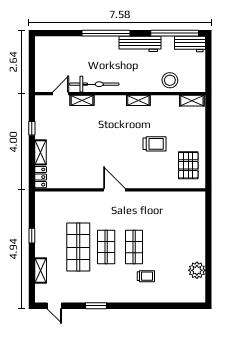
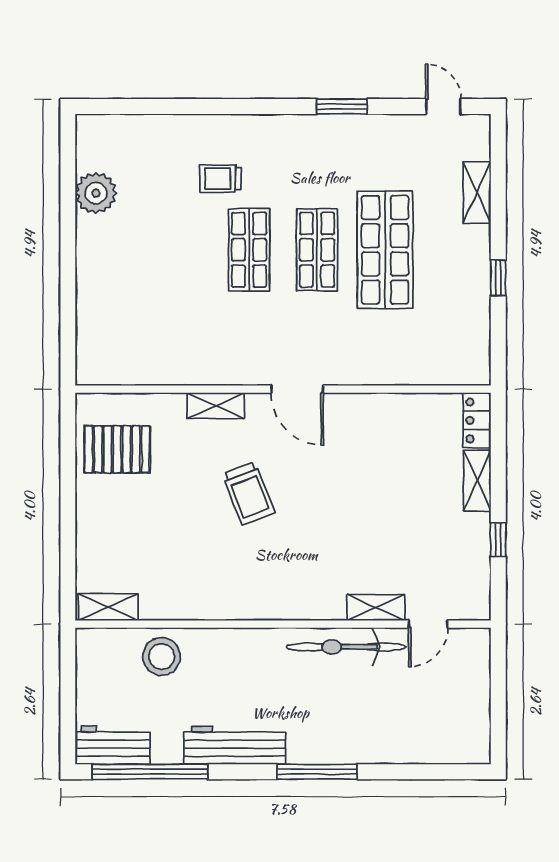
window: (106, 33) -> (317, 772), width x0.68
shelving: (138, 100) -> (216, 406), moved
trolley: (155, 144) -> (249, 493), moved, turned -111
pallet: (188, 165) -> (117, 449), turned 90

